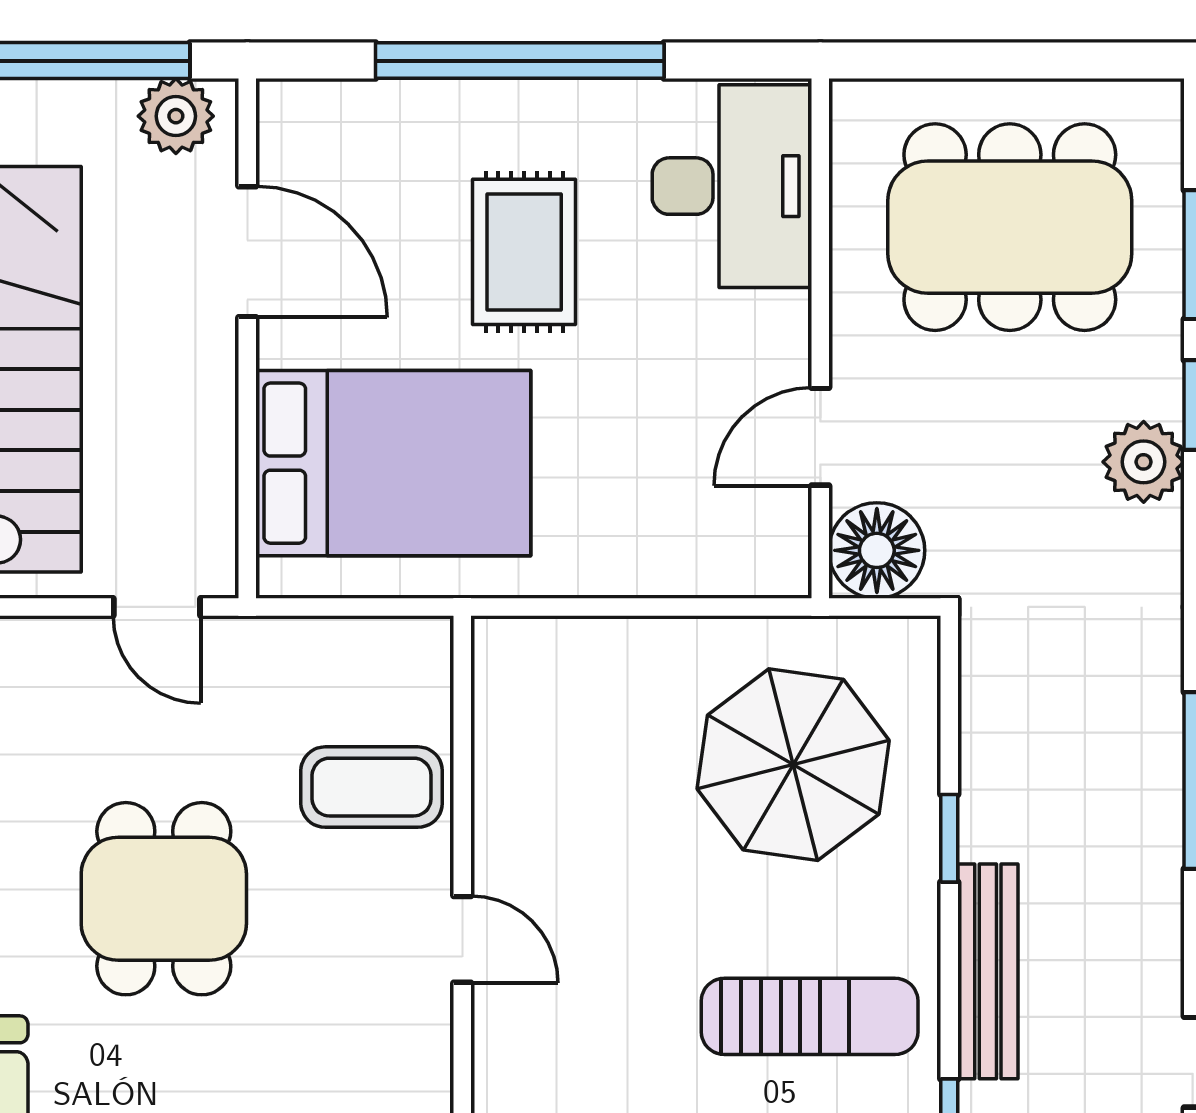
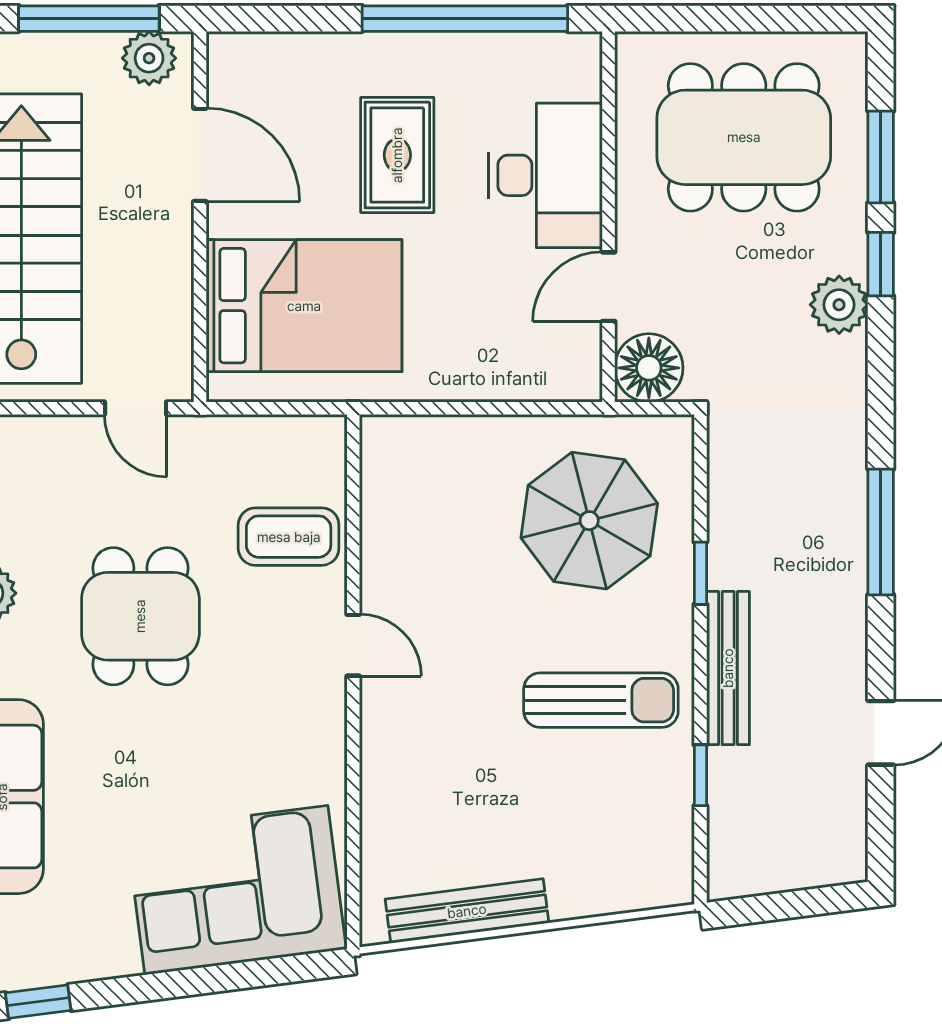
window: (520, 61) -> (465, 19), moved
desk: (732, 186) -> (546, 175), moved

